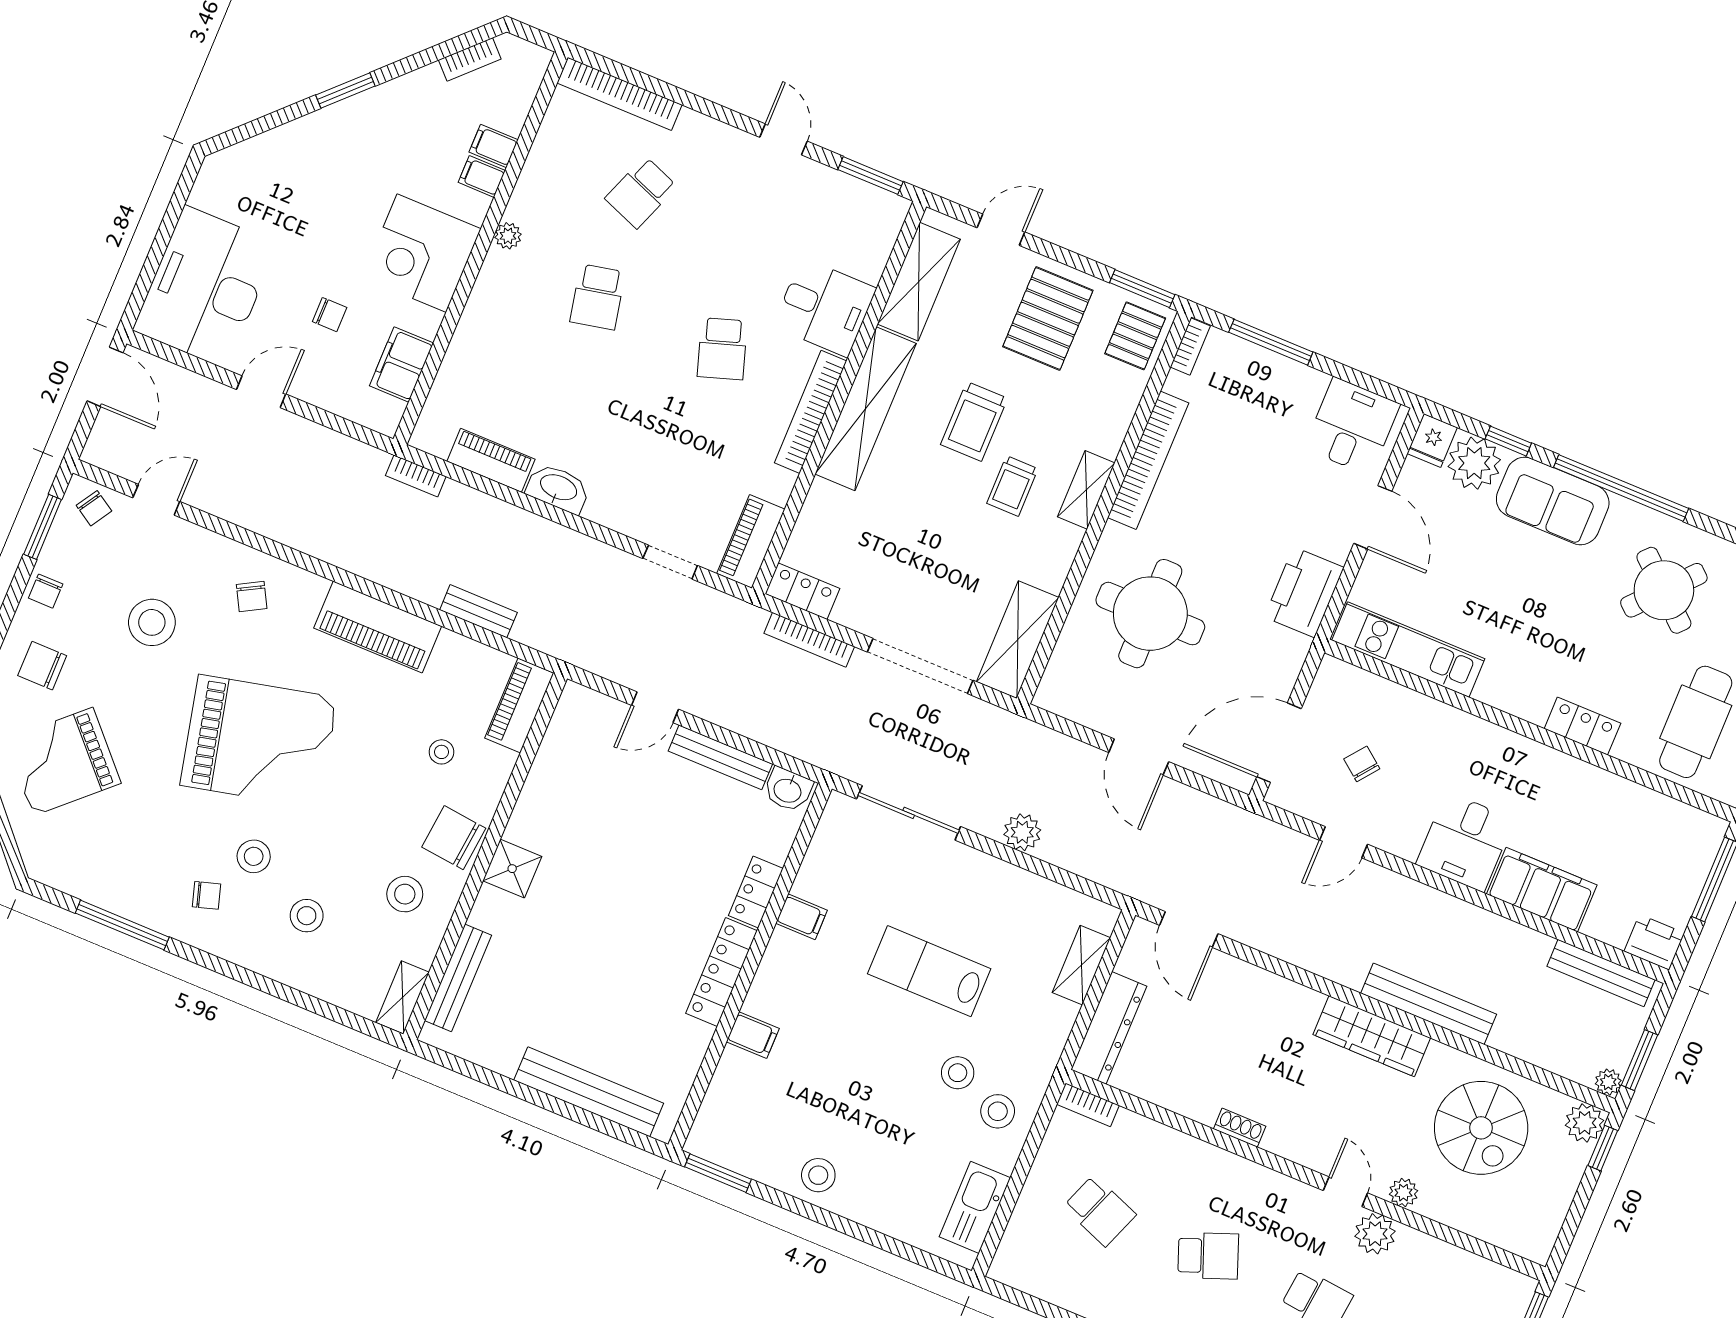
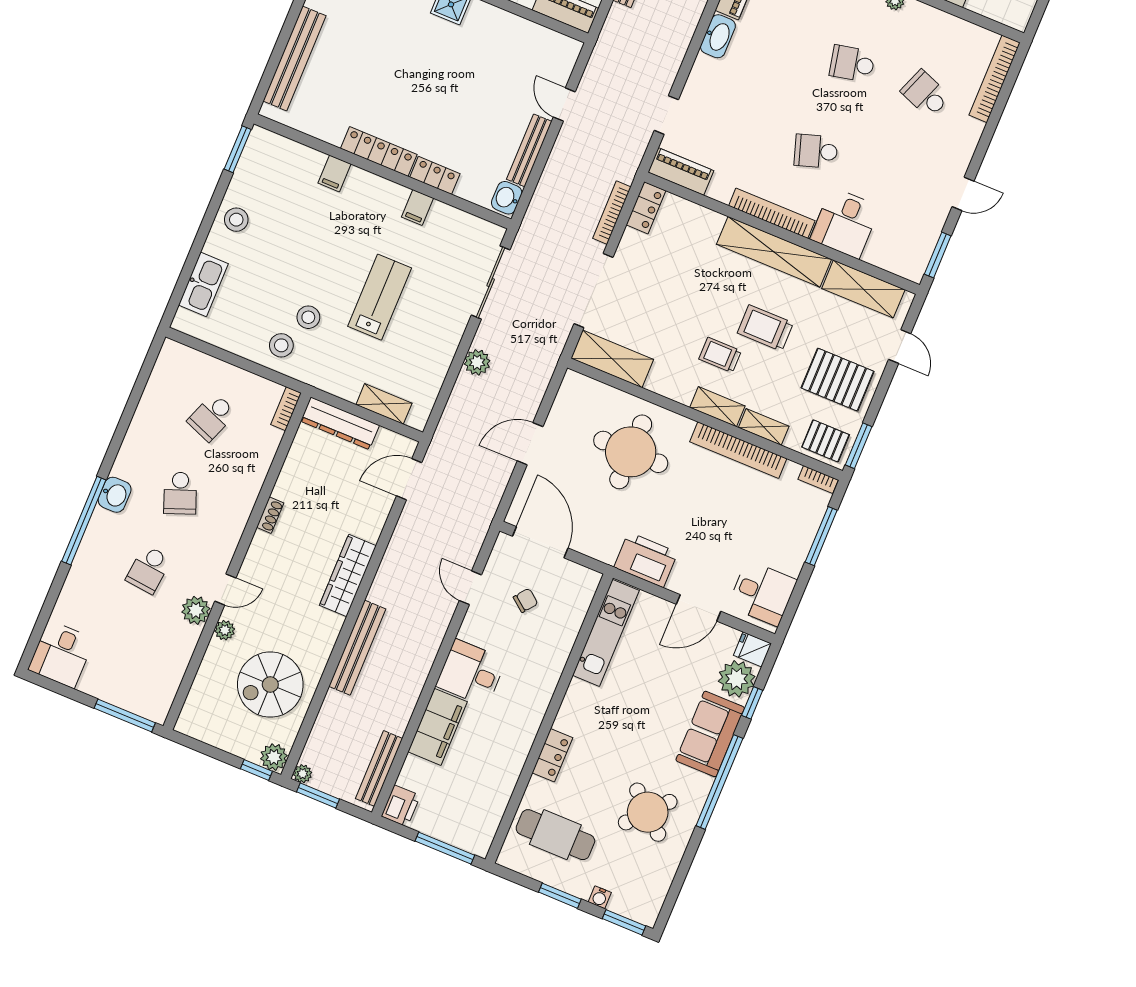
shelving: (1115, 424) -> (764, 427), added
wardrobe: (1372, 1036) -> (348, 575), moved
kitchen sink: (975, 1207) -> (203, 284), moved, turned 90

